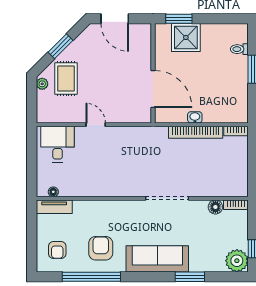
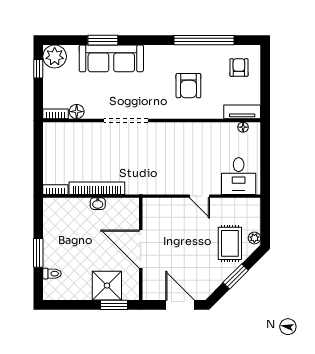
door: (153, 89) -> (141, 249), moved
armchair: (101, 248) -> (188, 86), moved
sofa: (157, 259) -> (111, 58), moved

